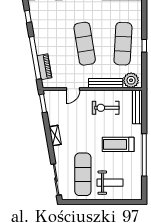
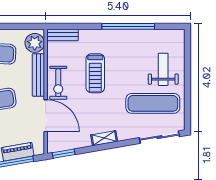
door: (73, 89) -> (46, 116), width x1.88
bench: (137, 107) -> (63, 35), width x0.73
exercise bike: (106, 108) -> (58, 83), moved
treadmill: (118, 144) -> (95, 73), moved

